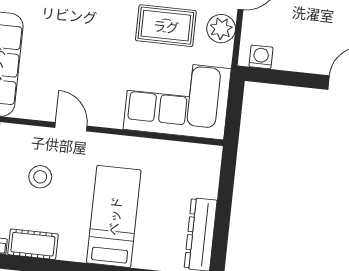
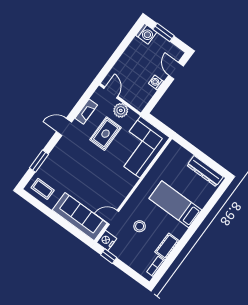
washing machine: (261, 57) -> (156, 82), moved
door: (71, 127) -> (113, 217), moved

